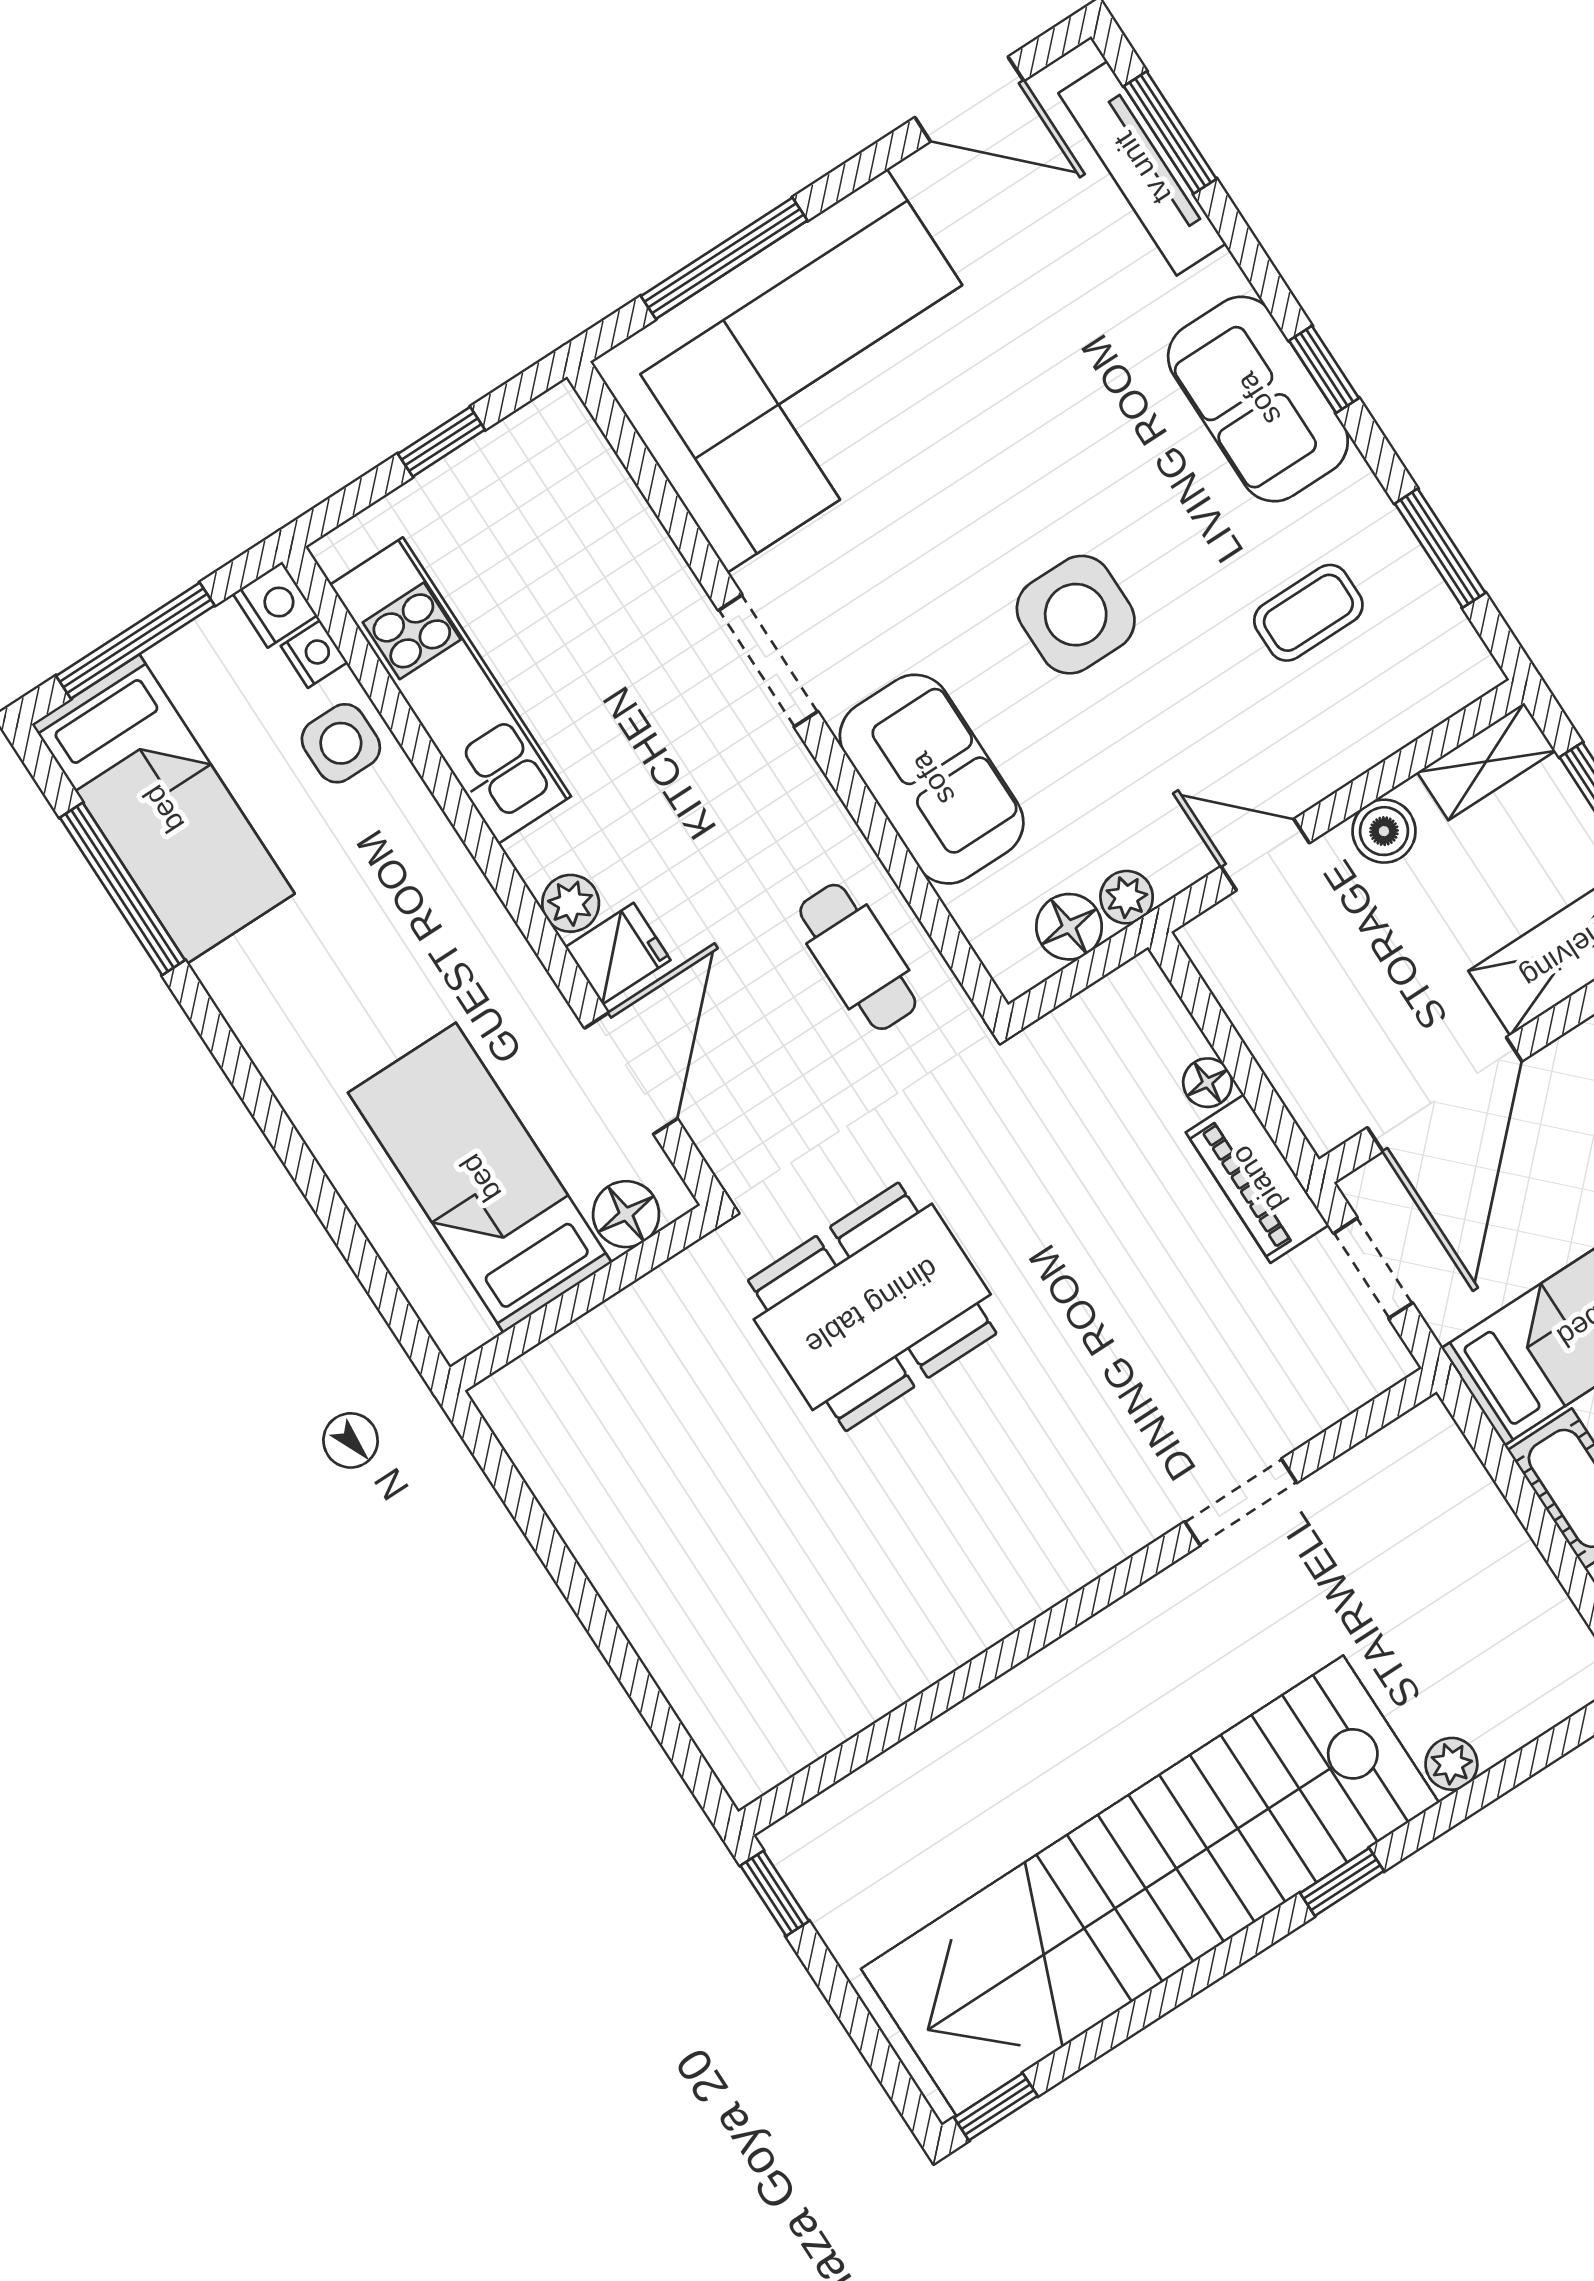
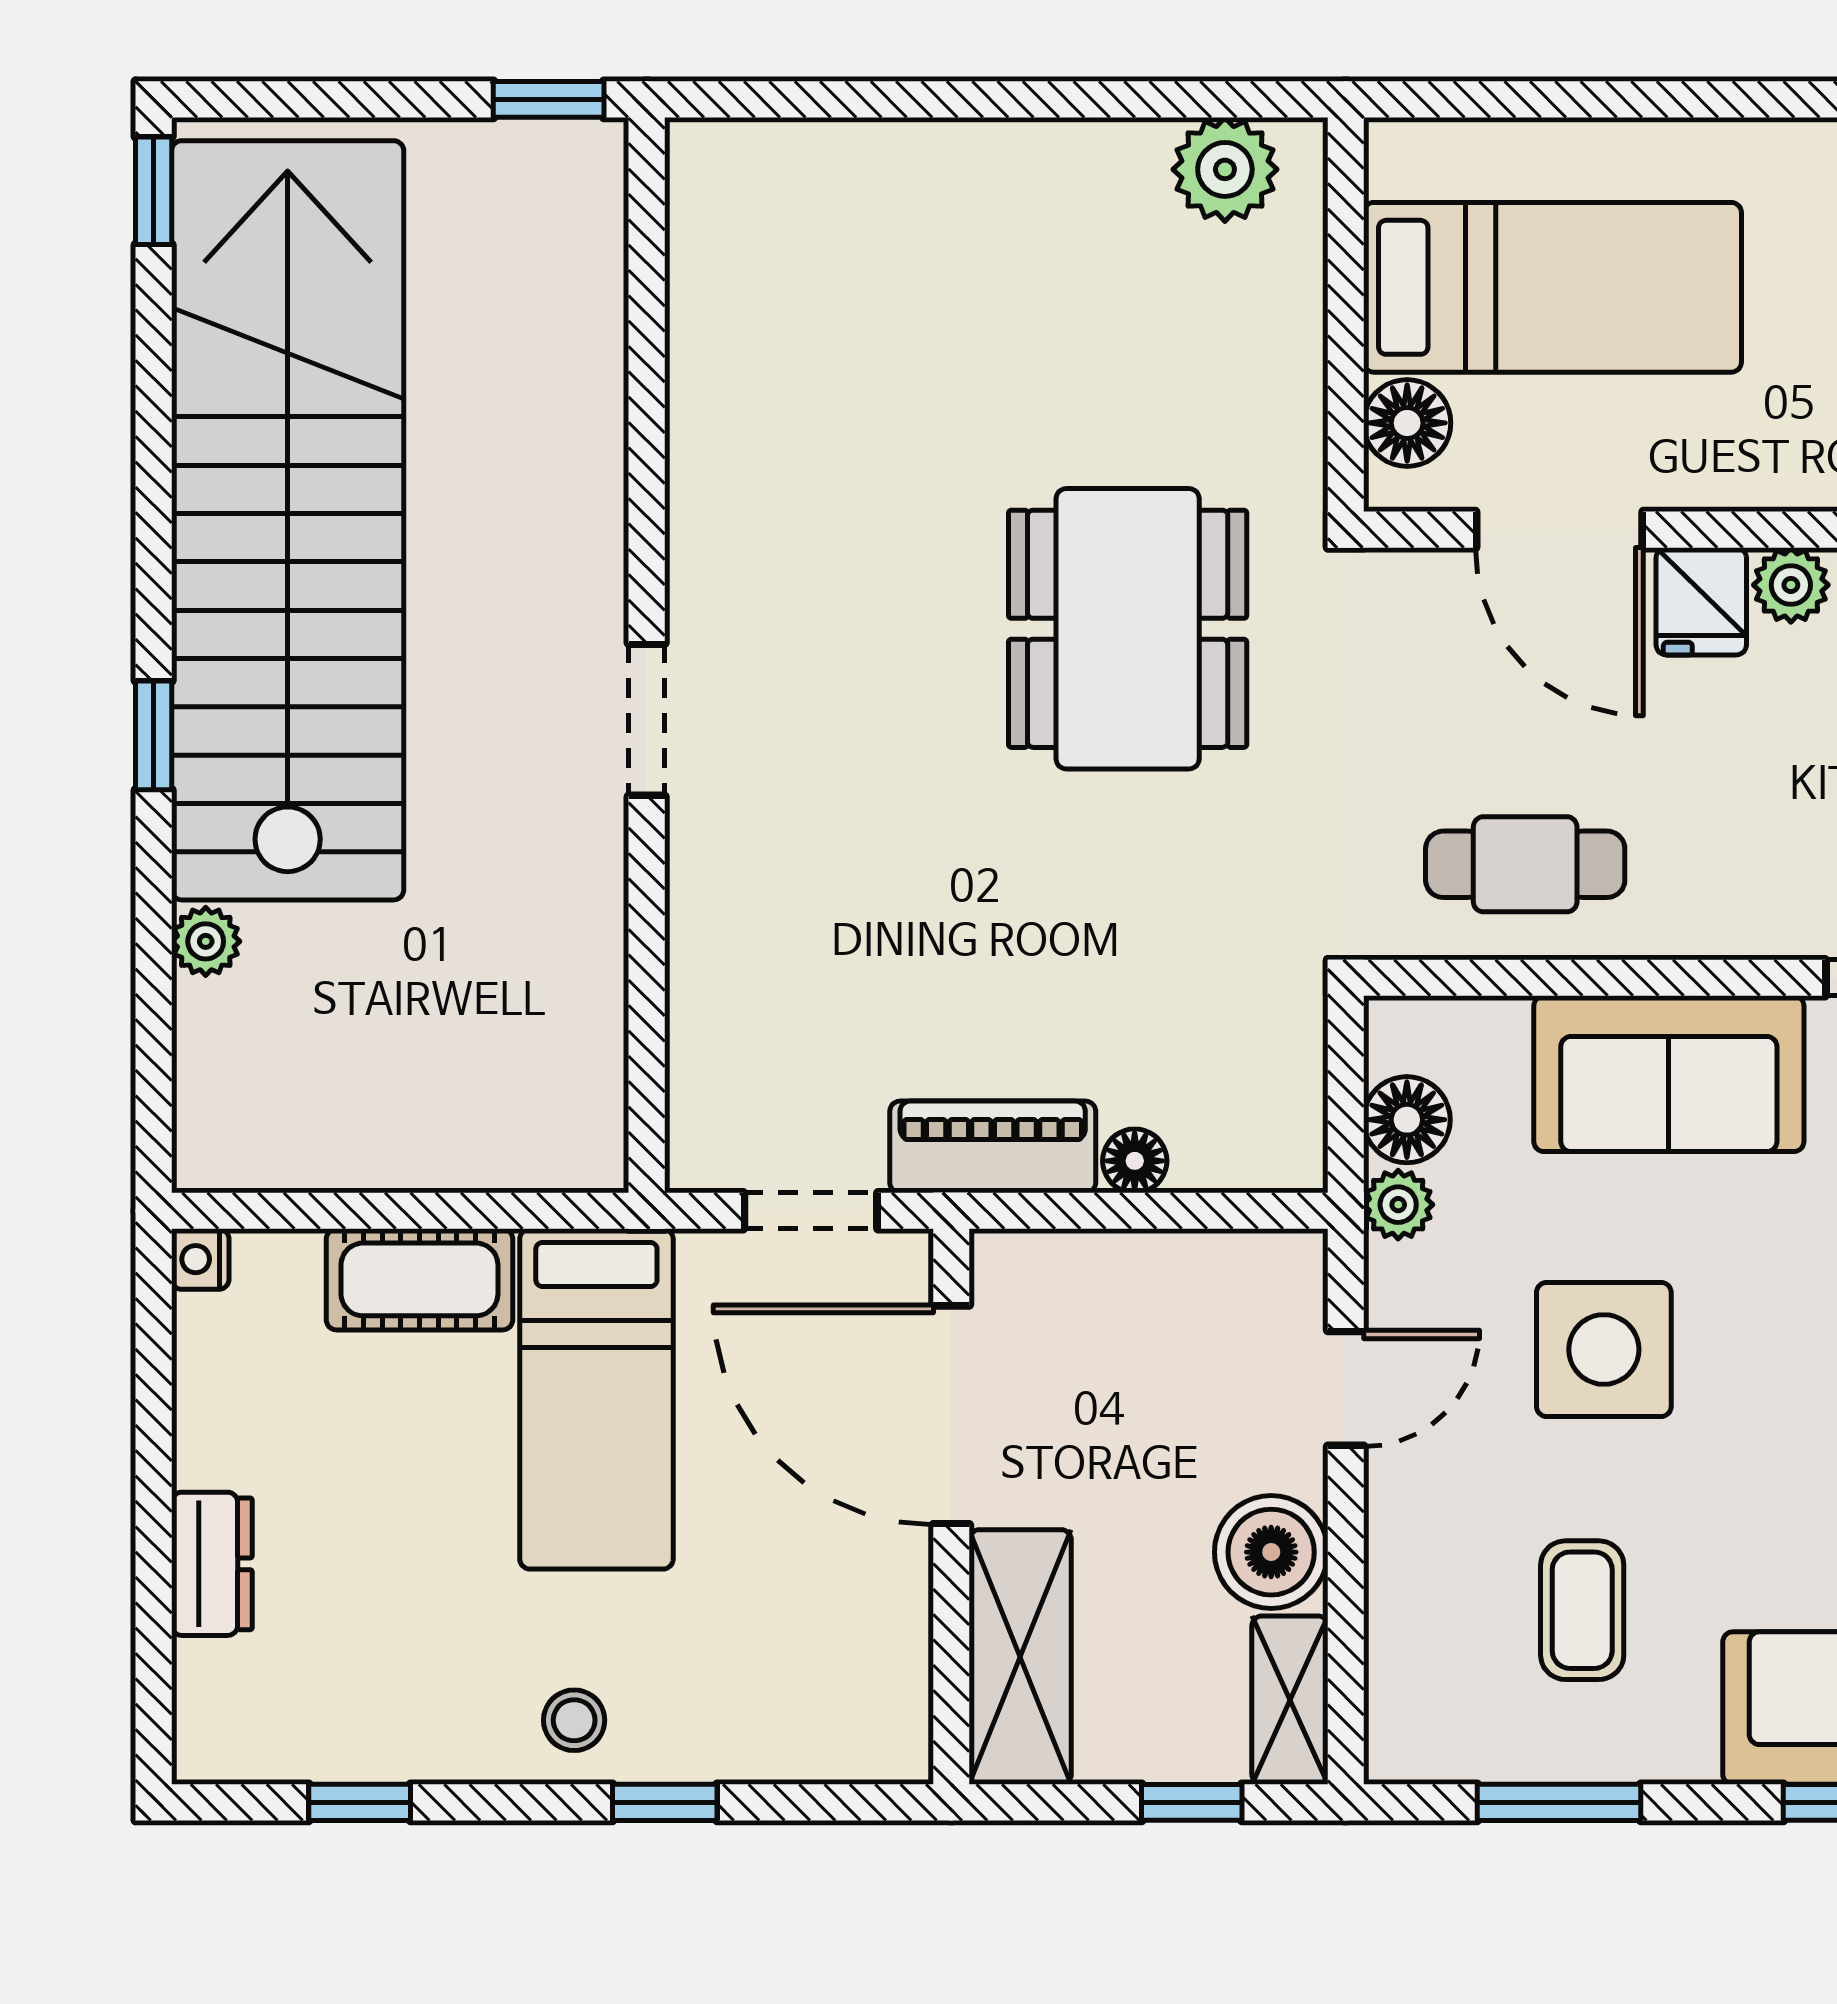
side table: (1076, 615) -> (1604, 1349), moved
boiler: (1384, 831) -> (1271, 1552), width x1.36, depth x1.36
plant: (540, 1435) -> (1225, 169), added
doorway: (1241, 1502) -> (647, 720), moved

